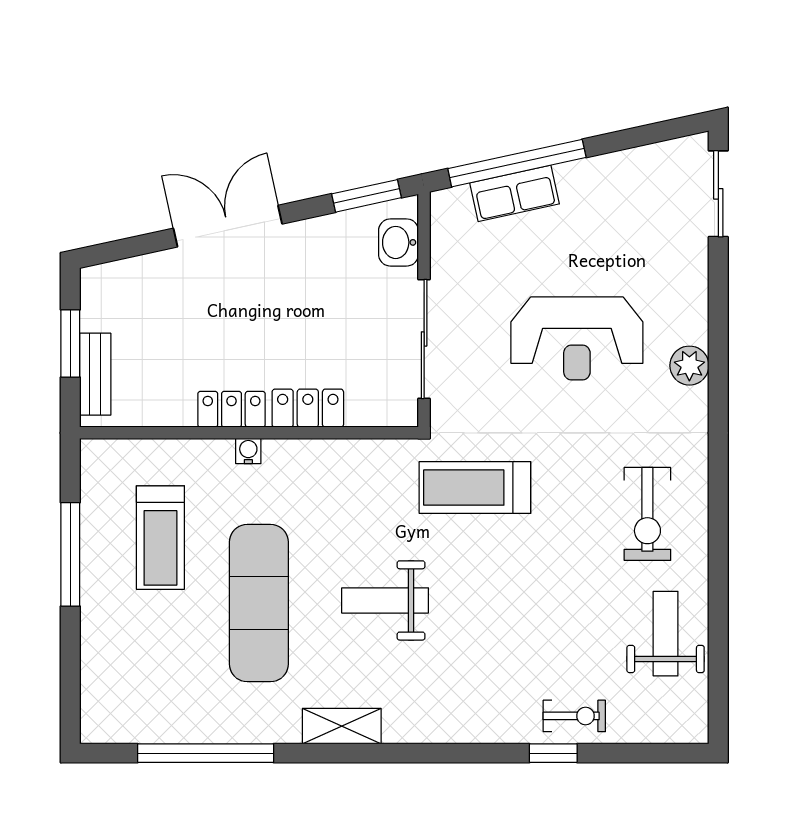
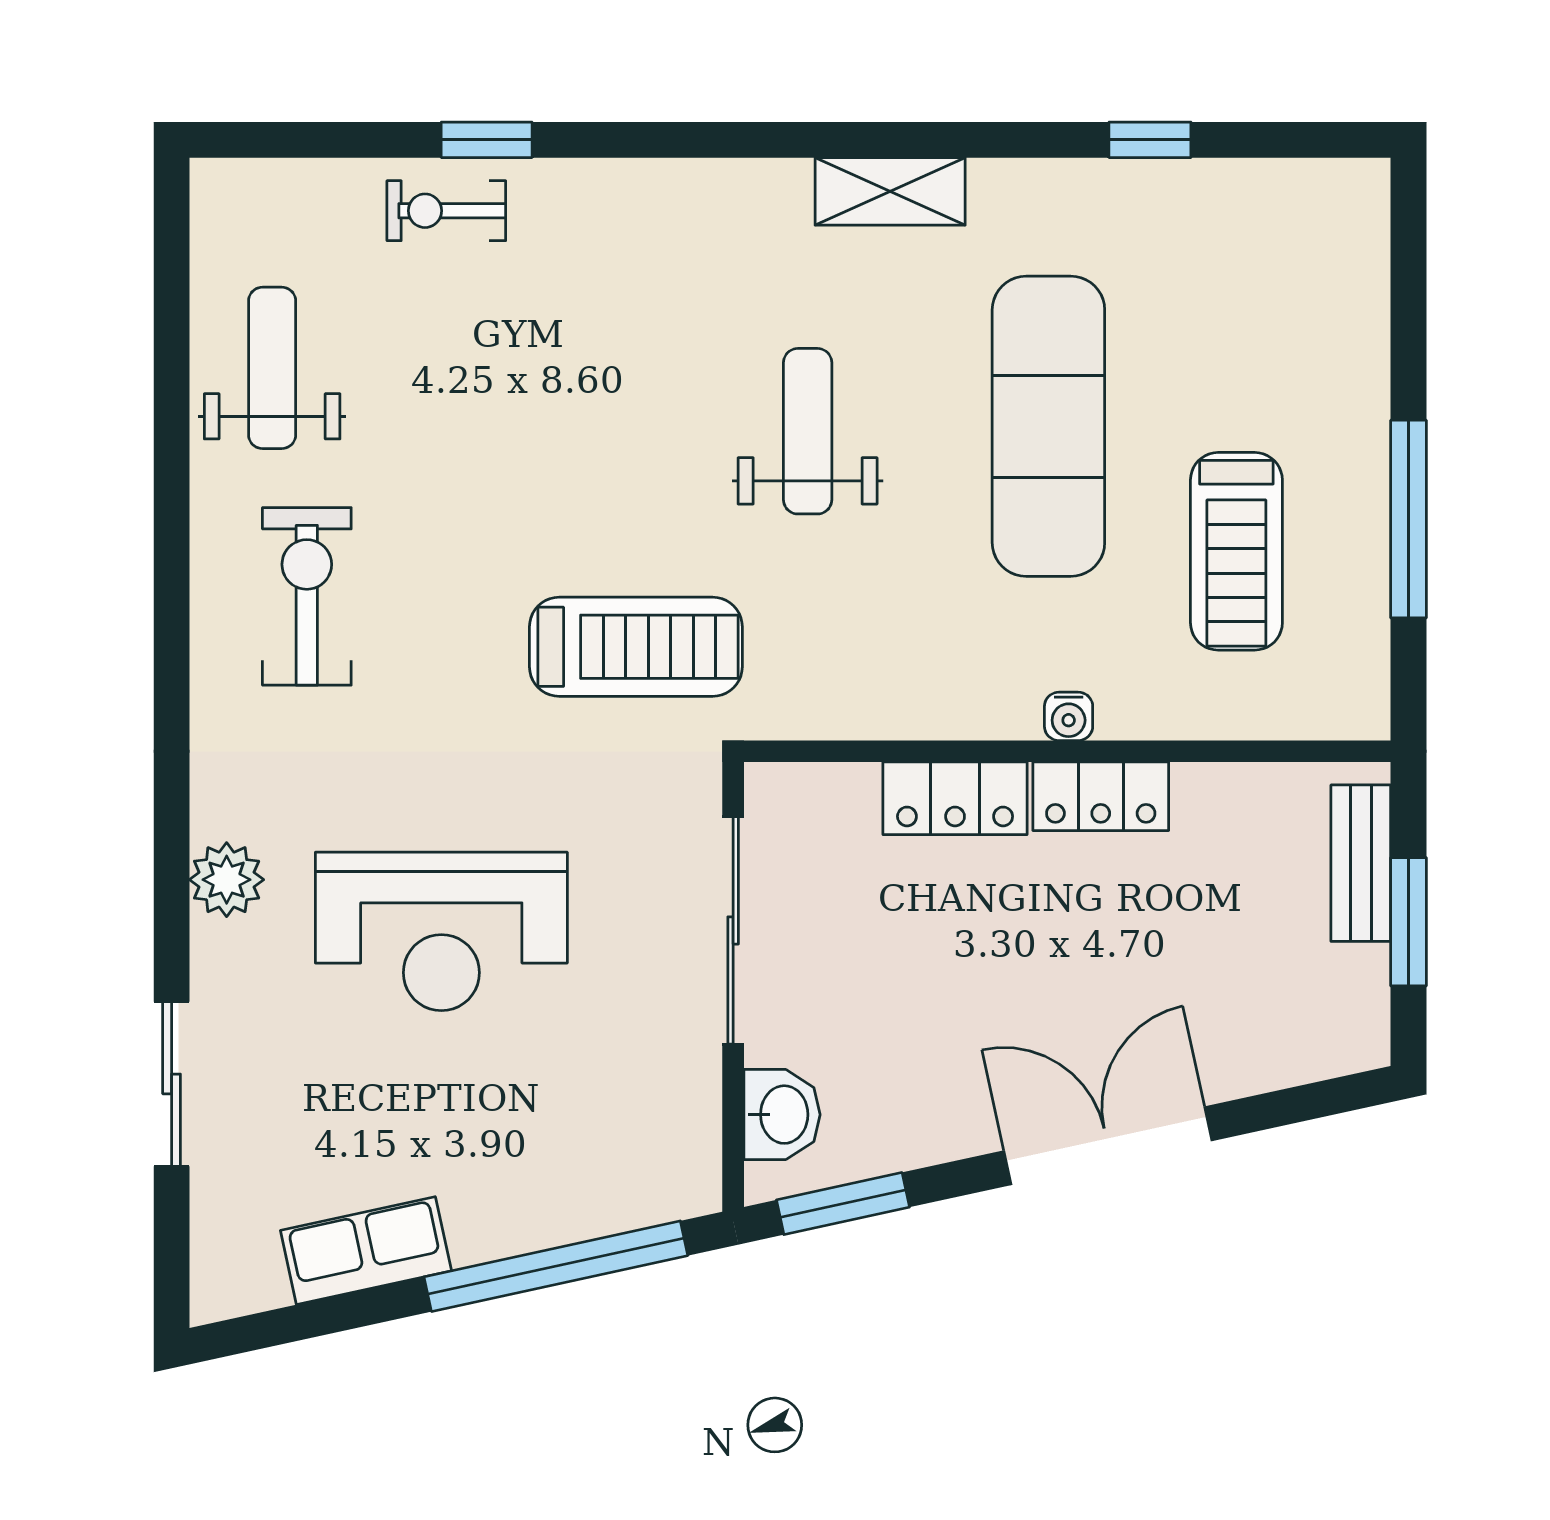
row of seats: (515, 193) -> (366, 1251), moved
sliding door: (718, 194) -> (172, 1084), moved
double door: (228, 226) -> (1108, 1146), swing flipped
reception desk: (577, 338) -> (441, 931), turned 180
treadmill: (160, 538) -> (1236, 551), turned 180
weight bench: (385, 600) -> (808, 431), turned -90
weight bench: (666, 634) -> (272, 368), turned 180
window: (206, 753) -> (1150, 140), width x0.32

